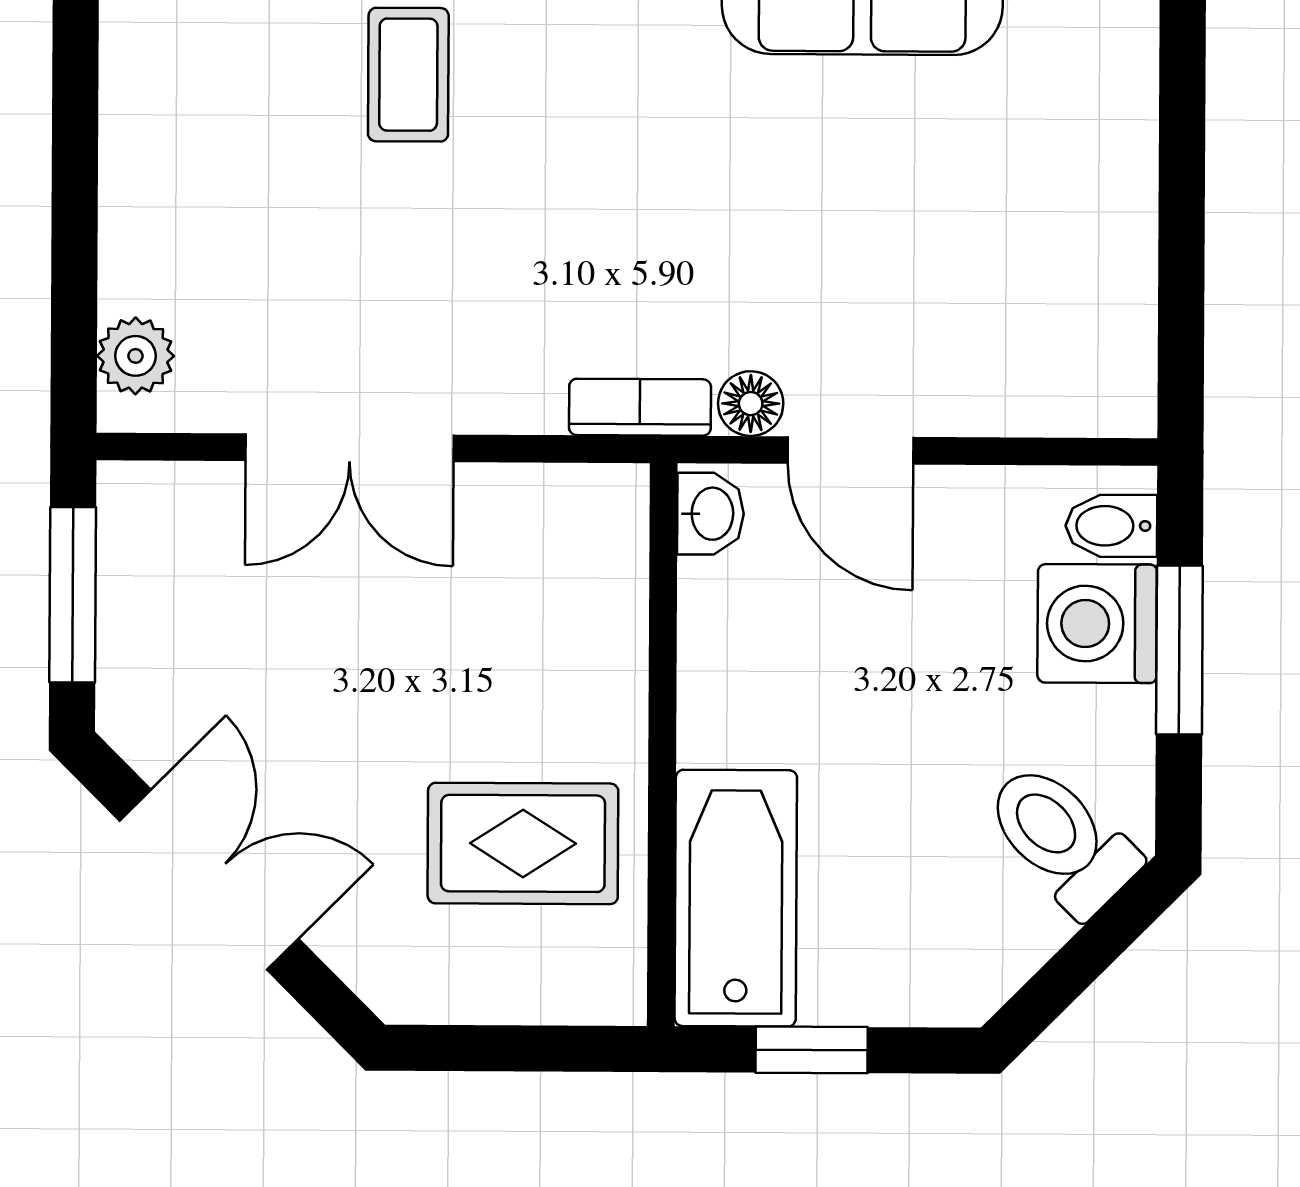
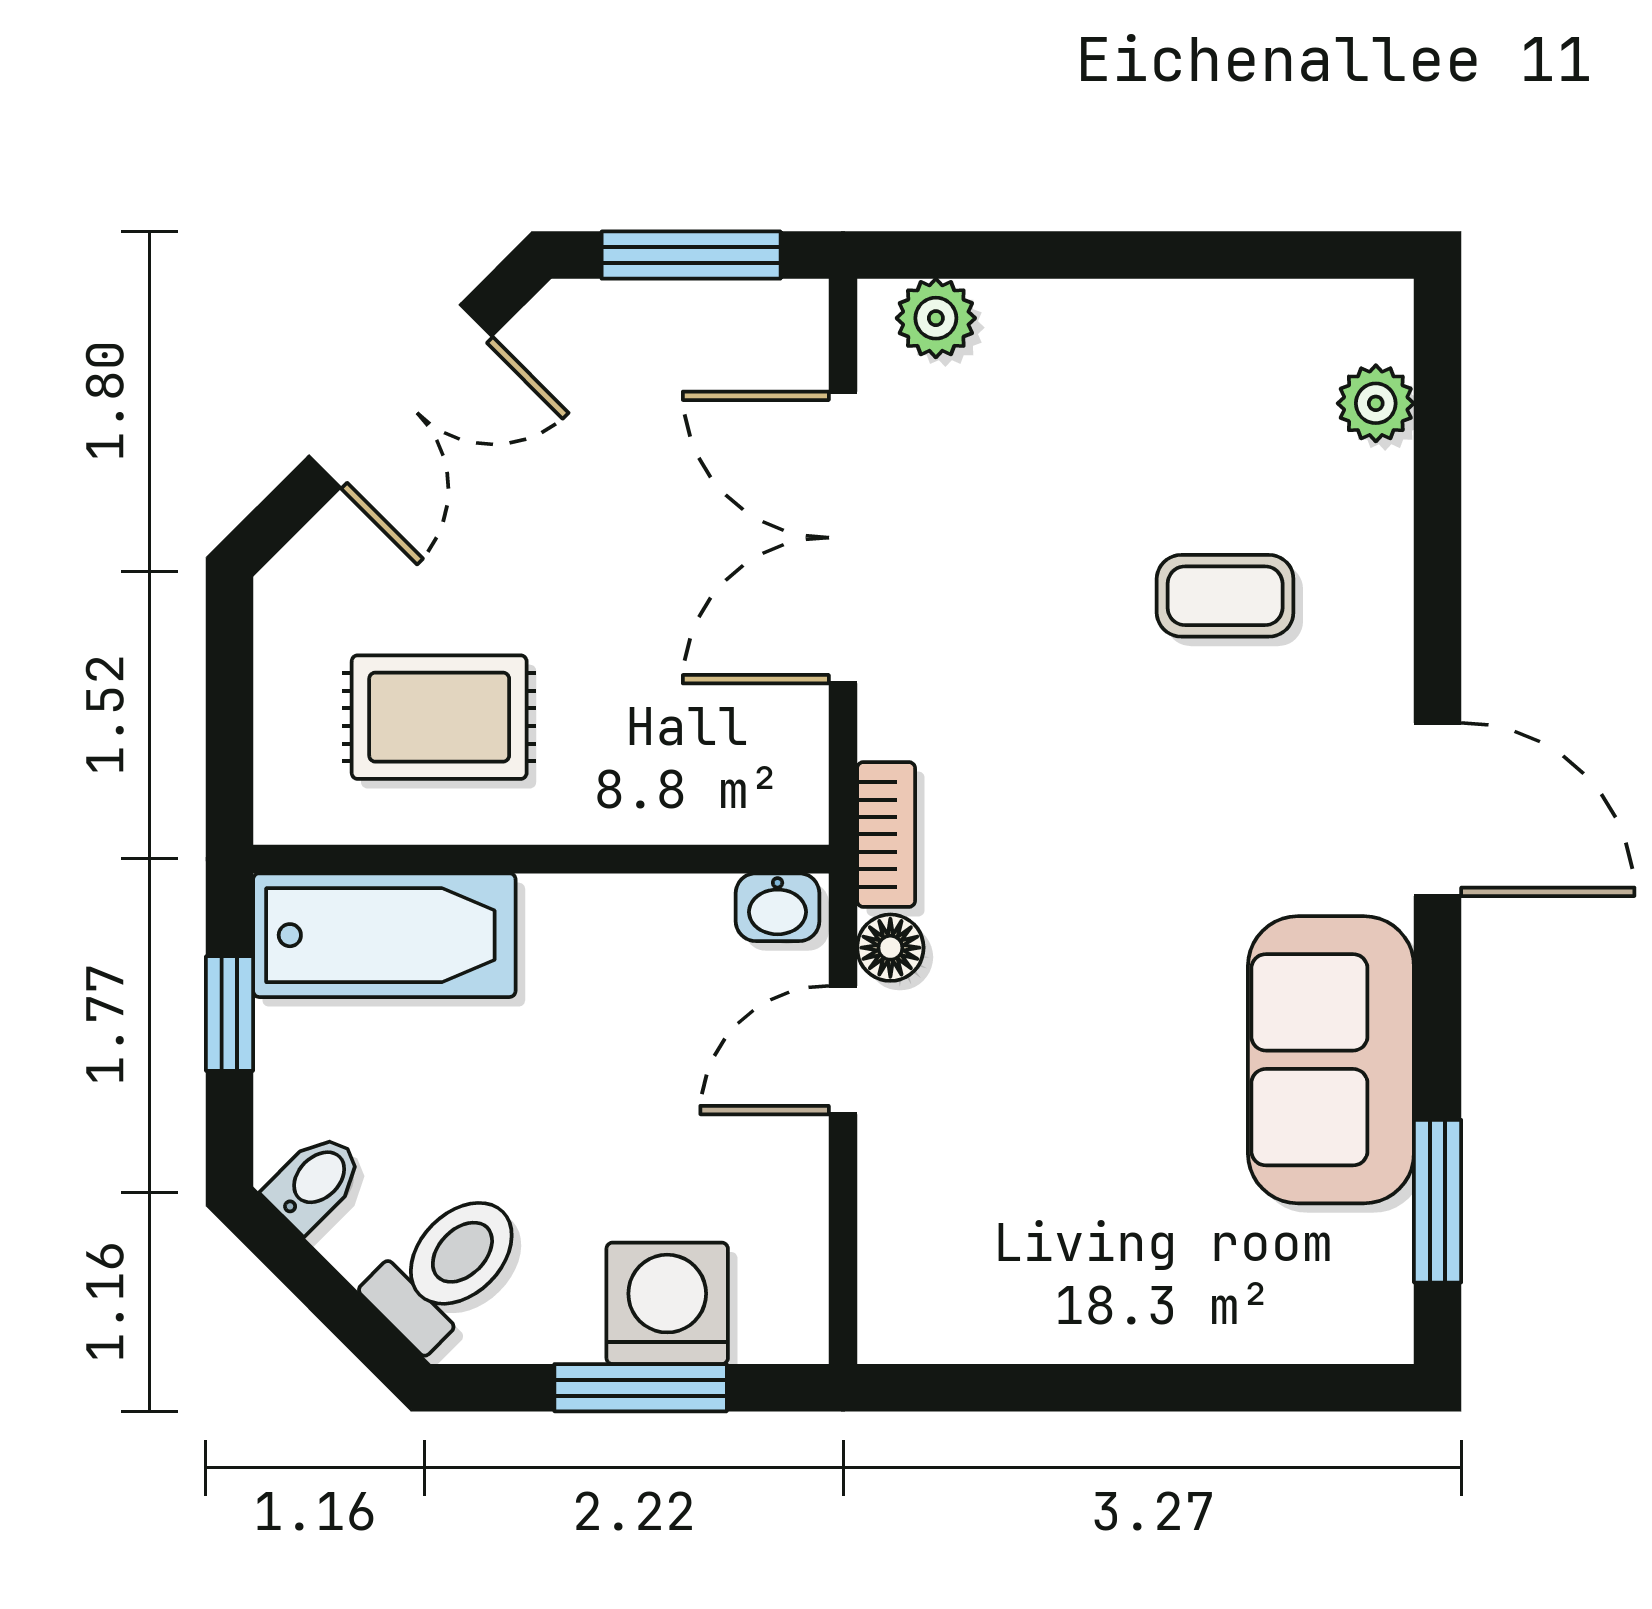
double door: (349, 448) -> (843, 538), width x1.37
bidet: (1111, 526) -> (315, 1182), moved, turned 45
rug: (523, 843) -> (439, 717), turned 90

